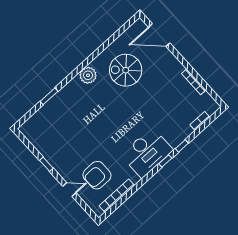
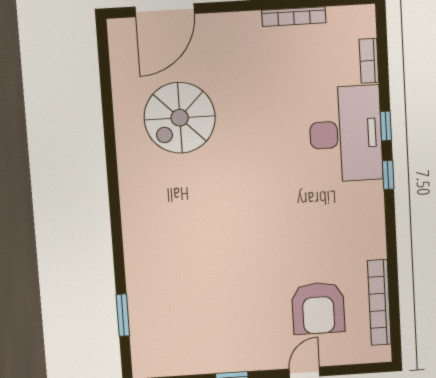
plant: (88, 75) -> (137, 189), removed
window: (49, 96) -> (123, 315), moved
desk: (147, 153) -> (346, 134), moved

